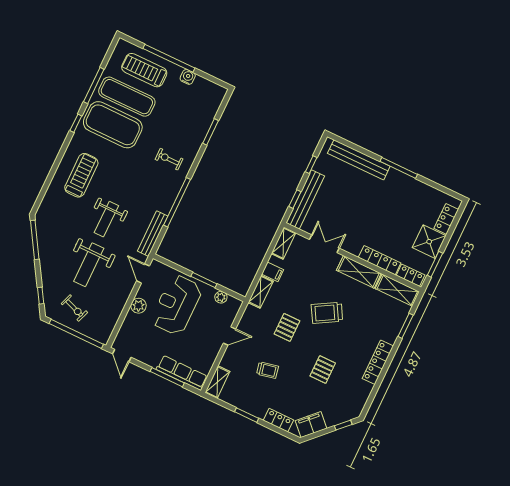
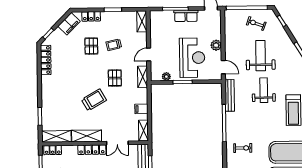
locker: (380, 260) -> (92, 150), moved
shelving: (261, 292) -> (143, 77), moved
locker: (378, 362) -> (46, 60), moved
pallet: (323, 370) -> (91, 46), moved
row of seats: (182, 373) -> (186, 16), moved, width x0.68

